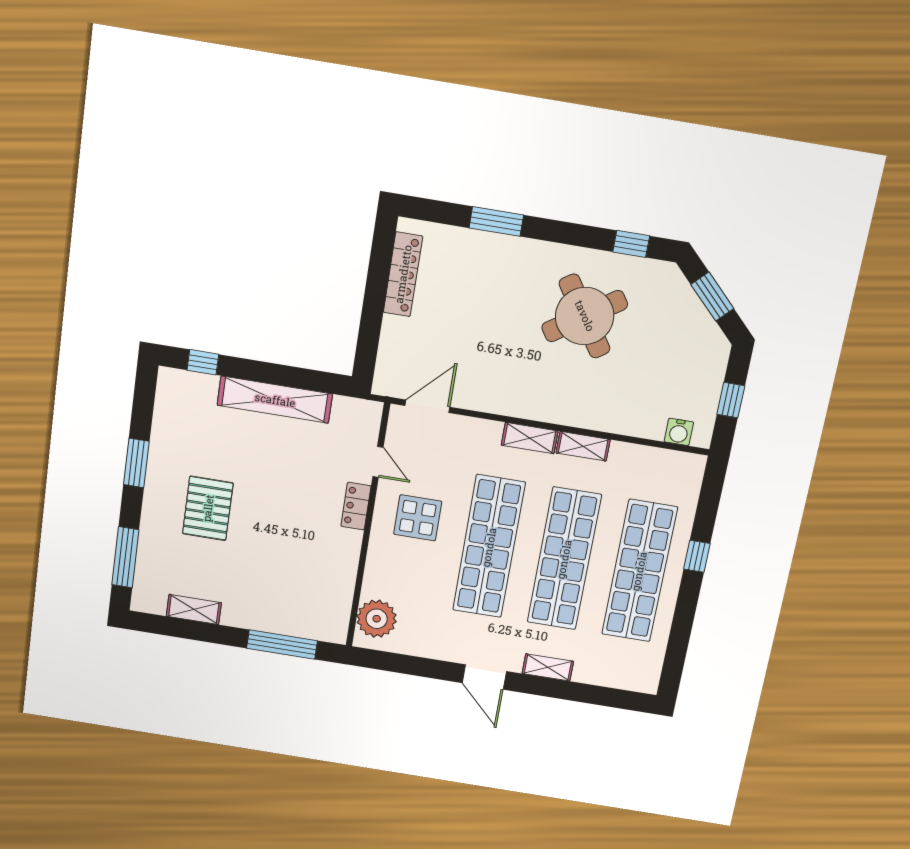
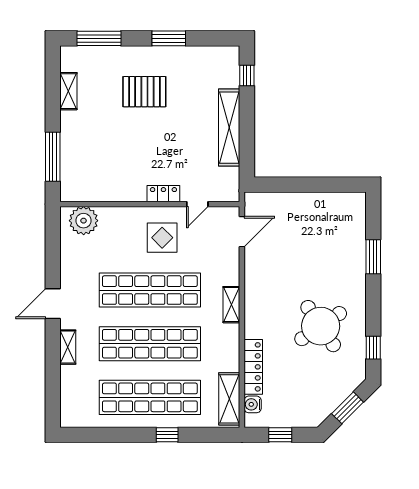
locker: (403, 274) -> (253, 367), moved, turned -90
door: (427, 406) -> (242, 232), hinge flipped
shelving: (583, 446) -> (229, 399), moved, width x1.50, depth x1.33

